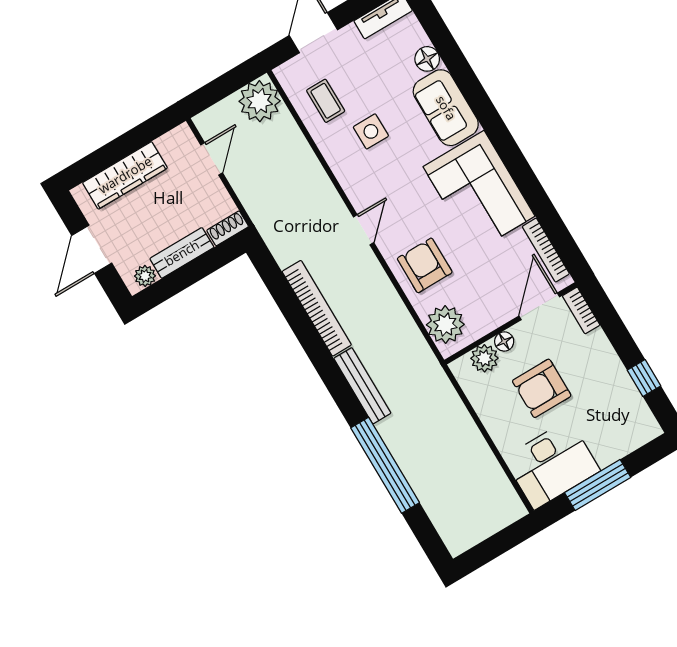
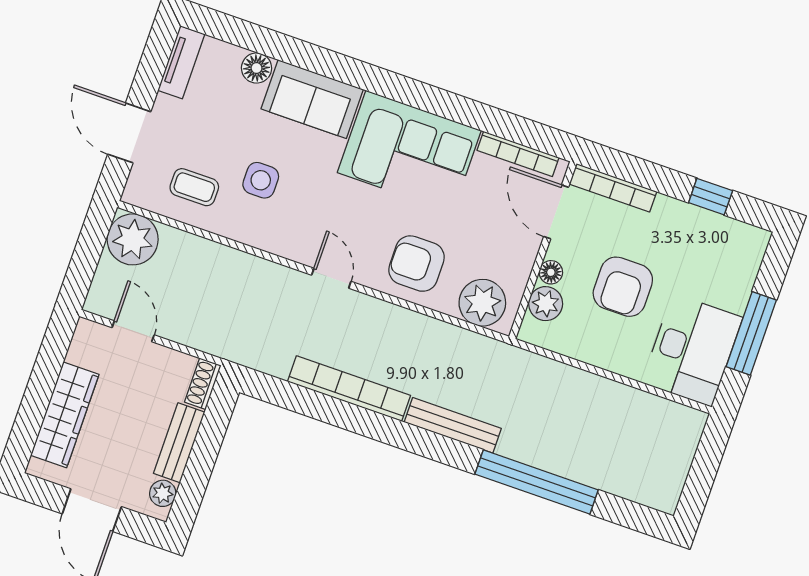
bookcase: (581, 310) -> (613, 188), width x1.56

